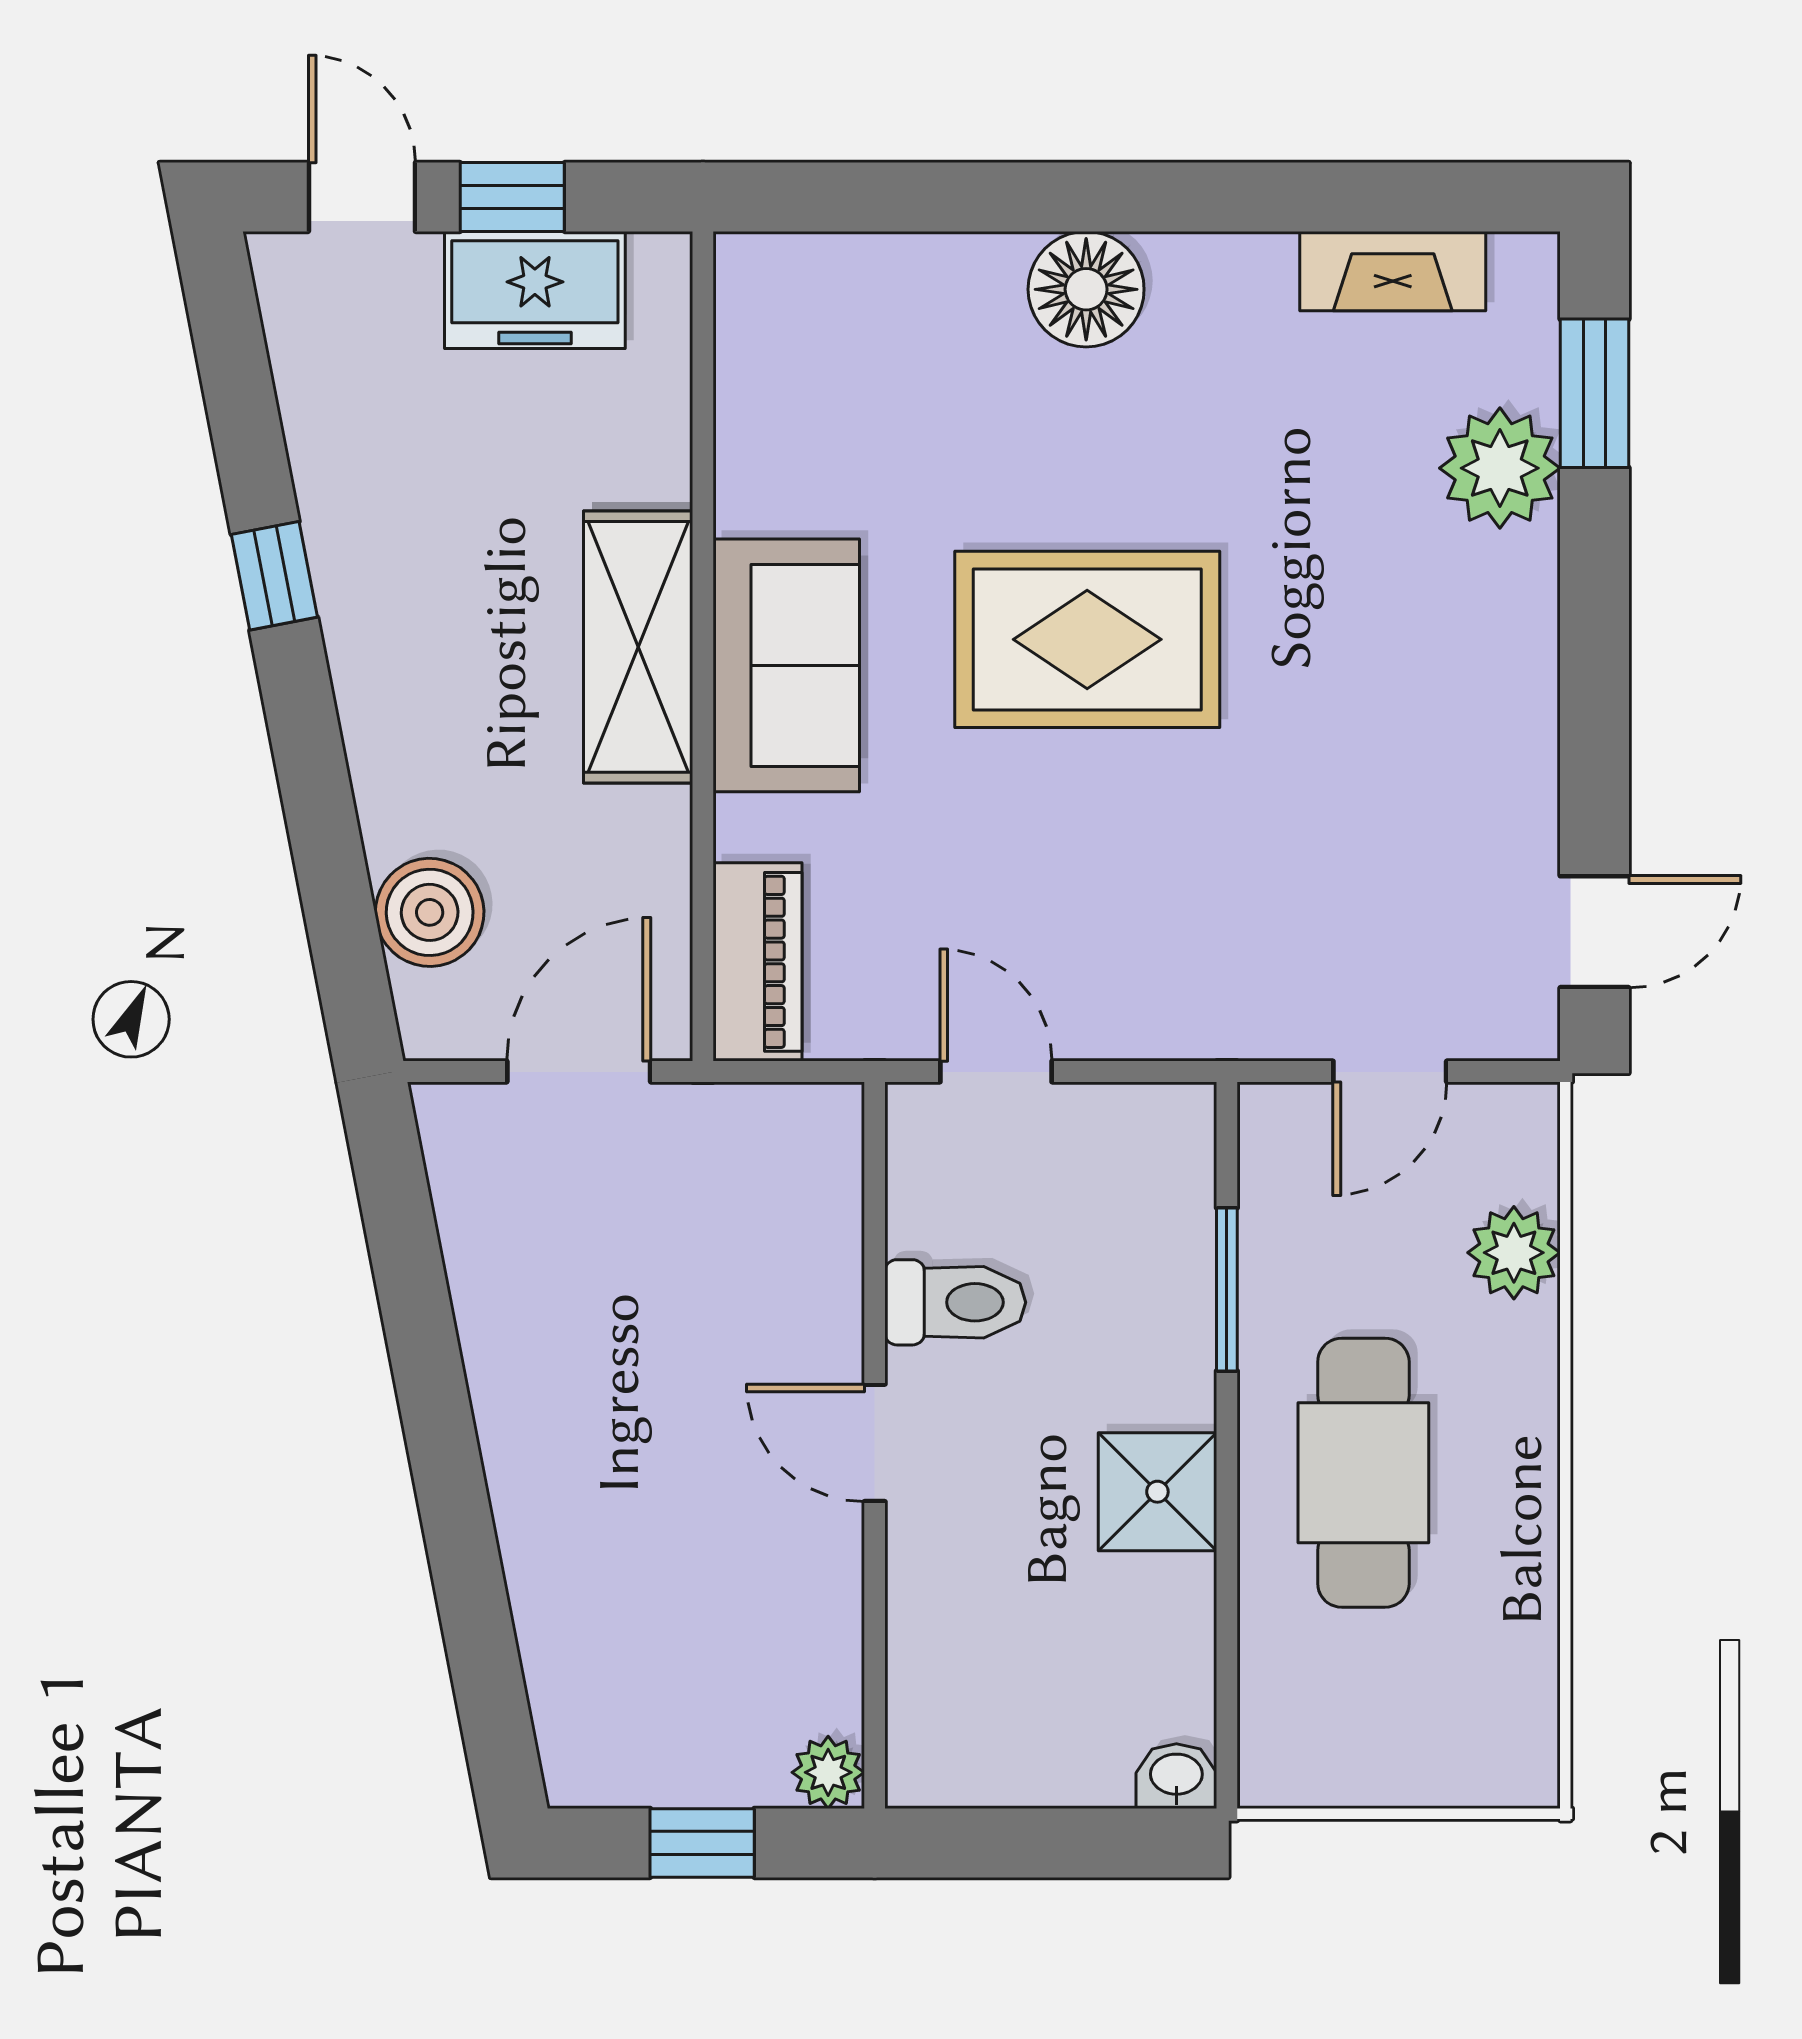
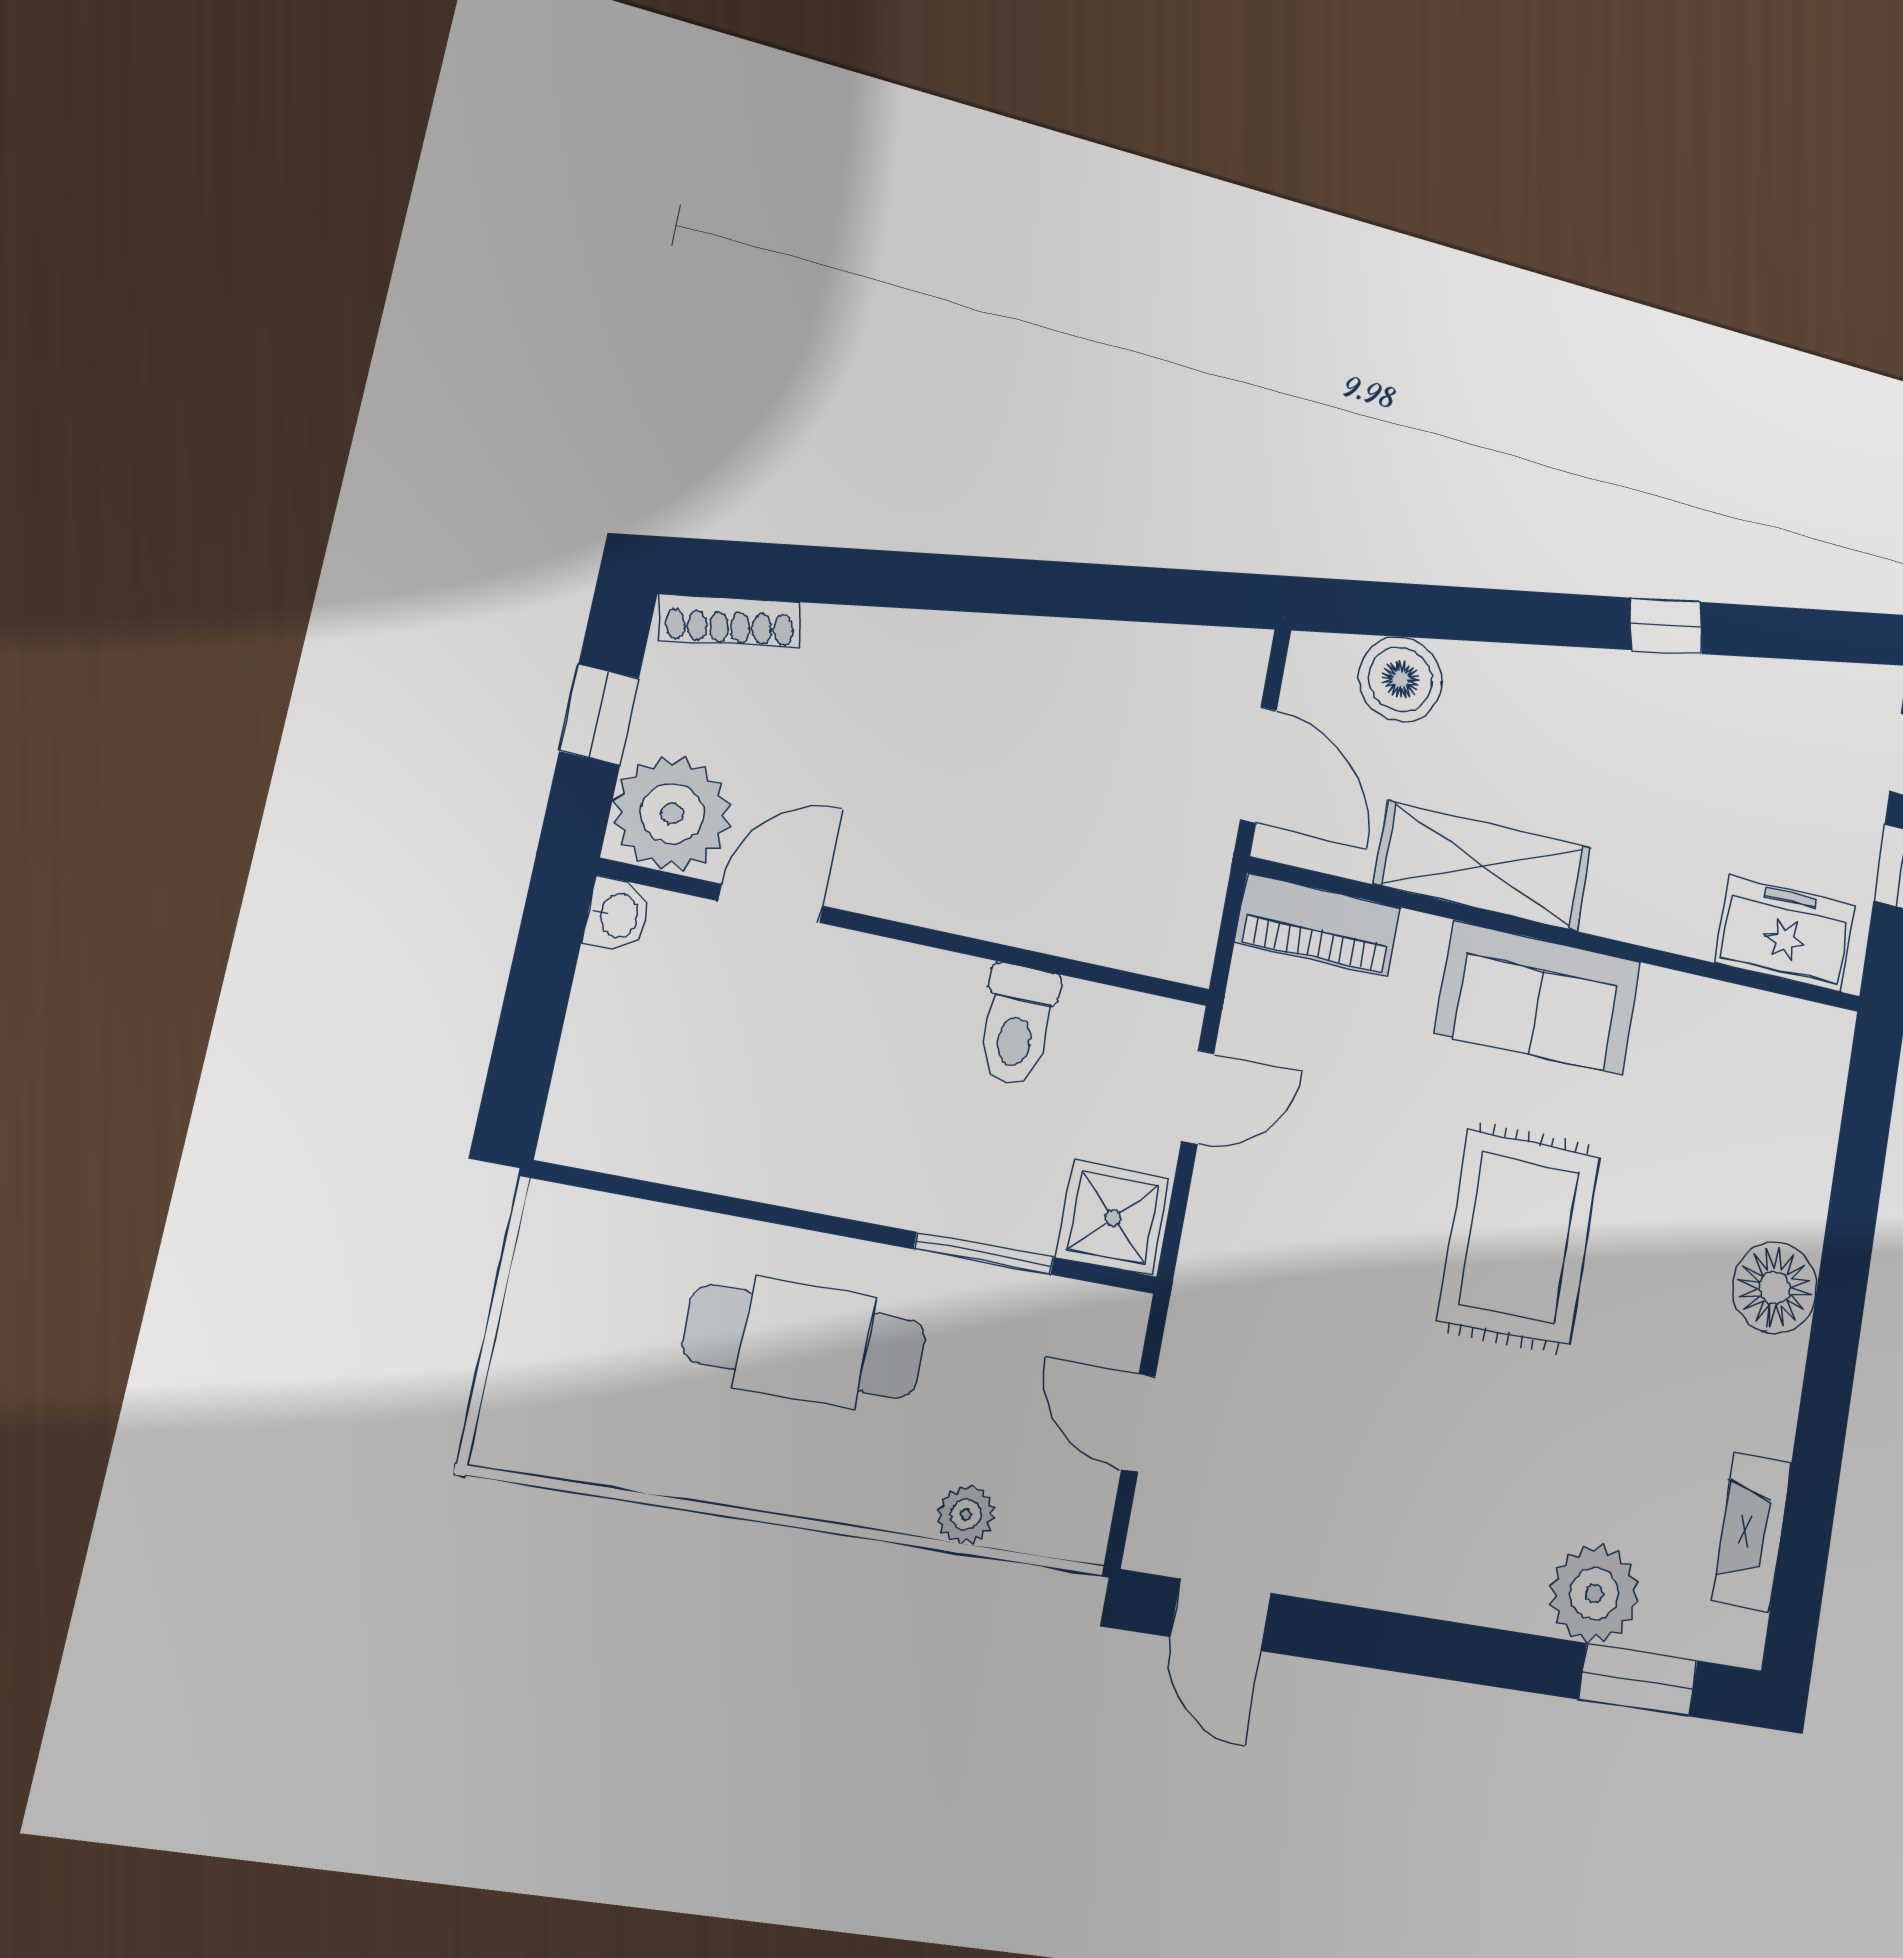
freezer: (535, 290) -> (1785, 934), moved, turned 90
shelving: (638, 647) -> (1483, 866), moved
plant: (1514, 1253) -> (966, 1514), width x0.73, depth x0.73
door: (875, 1443) -> (771, 903), moved
shower: (1157, 1492) -> (1113, 1218), moved
shoe rack: (559, 1723) -> (730, 621), added
plant: (828, 1772) -> (672, 814), width x1.88, depth x1.88
washbasin: (1176, 1776) -> (617, 915), moved

